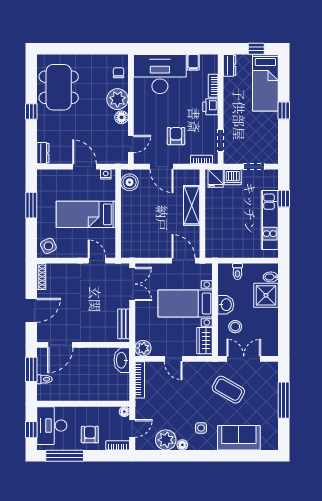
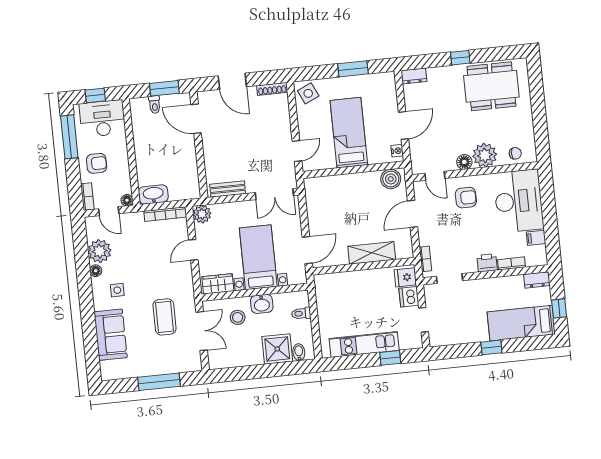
armchair: (176, 136) -> (466, 198), moved
washbasin: (122, 360) -> (153, 194), moved
coffee table: (228, 390) -> (165, 317), turned -30

